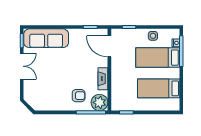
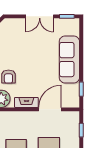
sofa: (46, 38) -> (69, 60), moved
door: (109, 46) -> (50, 109), moved

